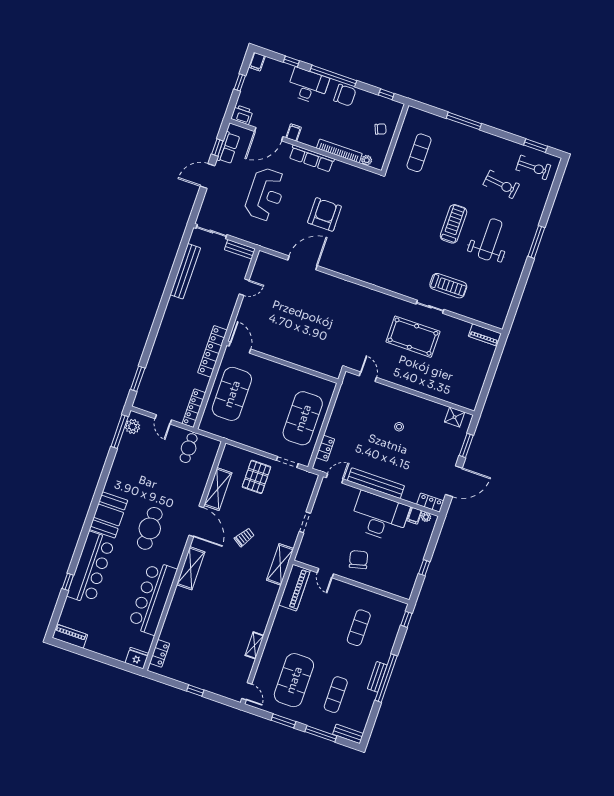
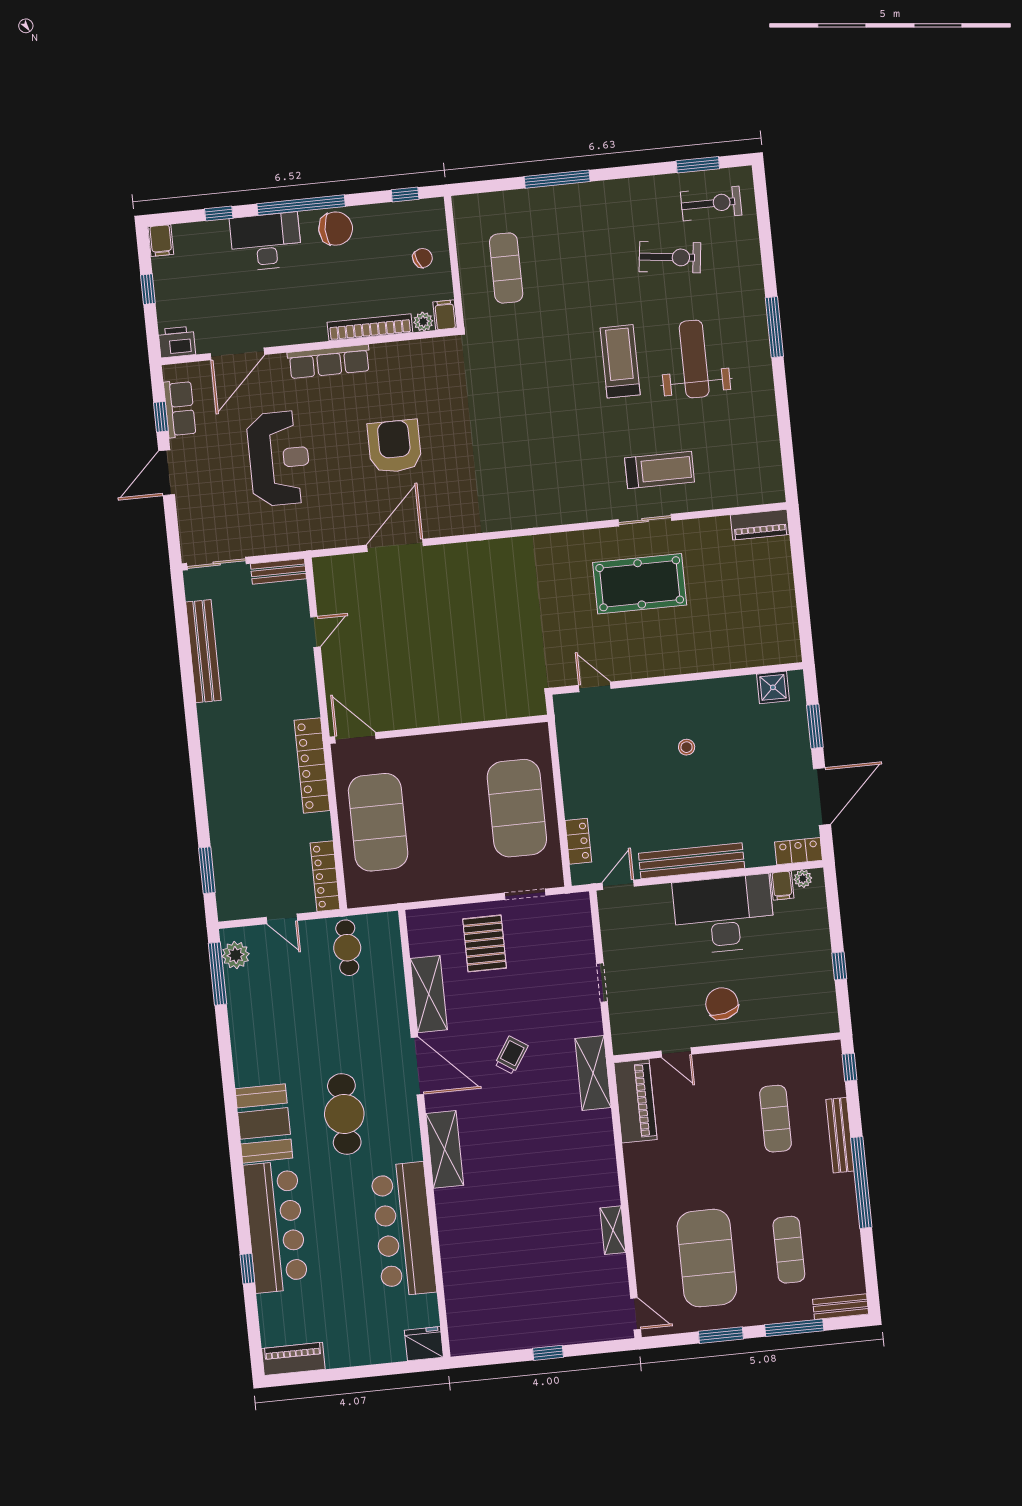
filing cabinet: (294, 133) -> (445, 315), moved
locker: (160, 653) -> (459, 1318), removed
bench: (377, 677) -> (840, 1135), moved, width x1.36

